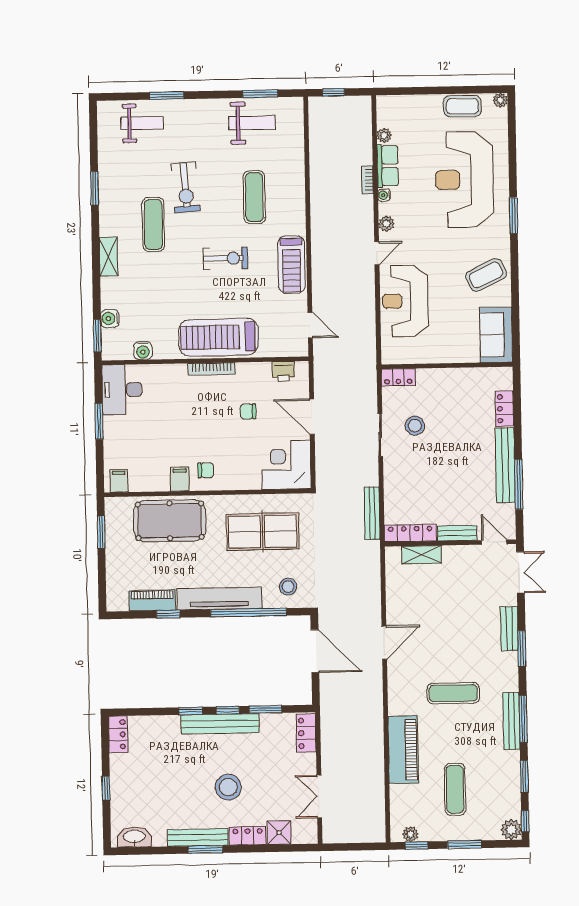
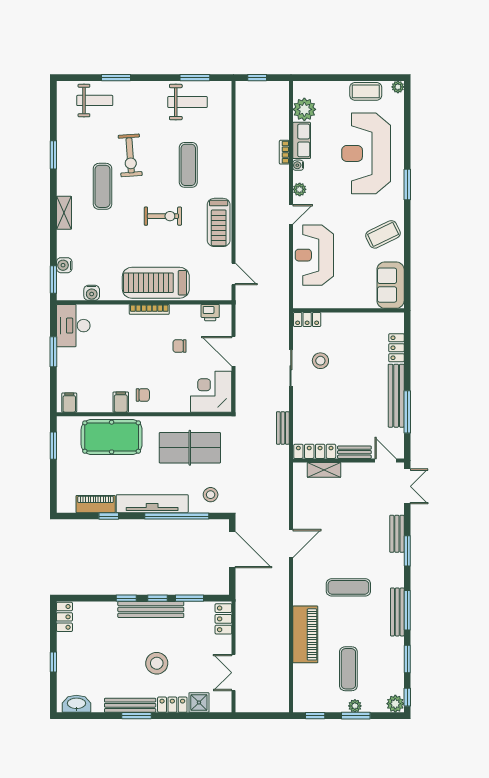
plant: (384, 135) -> (304, 109), width x1.88, depth x1.88
bench: (372, 513) -> (283, 428), width x0.73
plant: (411, 834) -> (355, 706), moved

